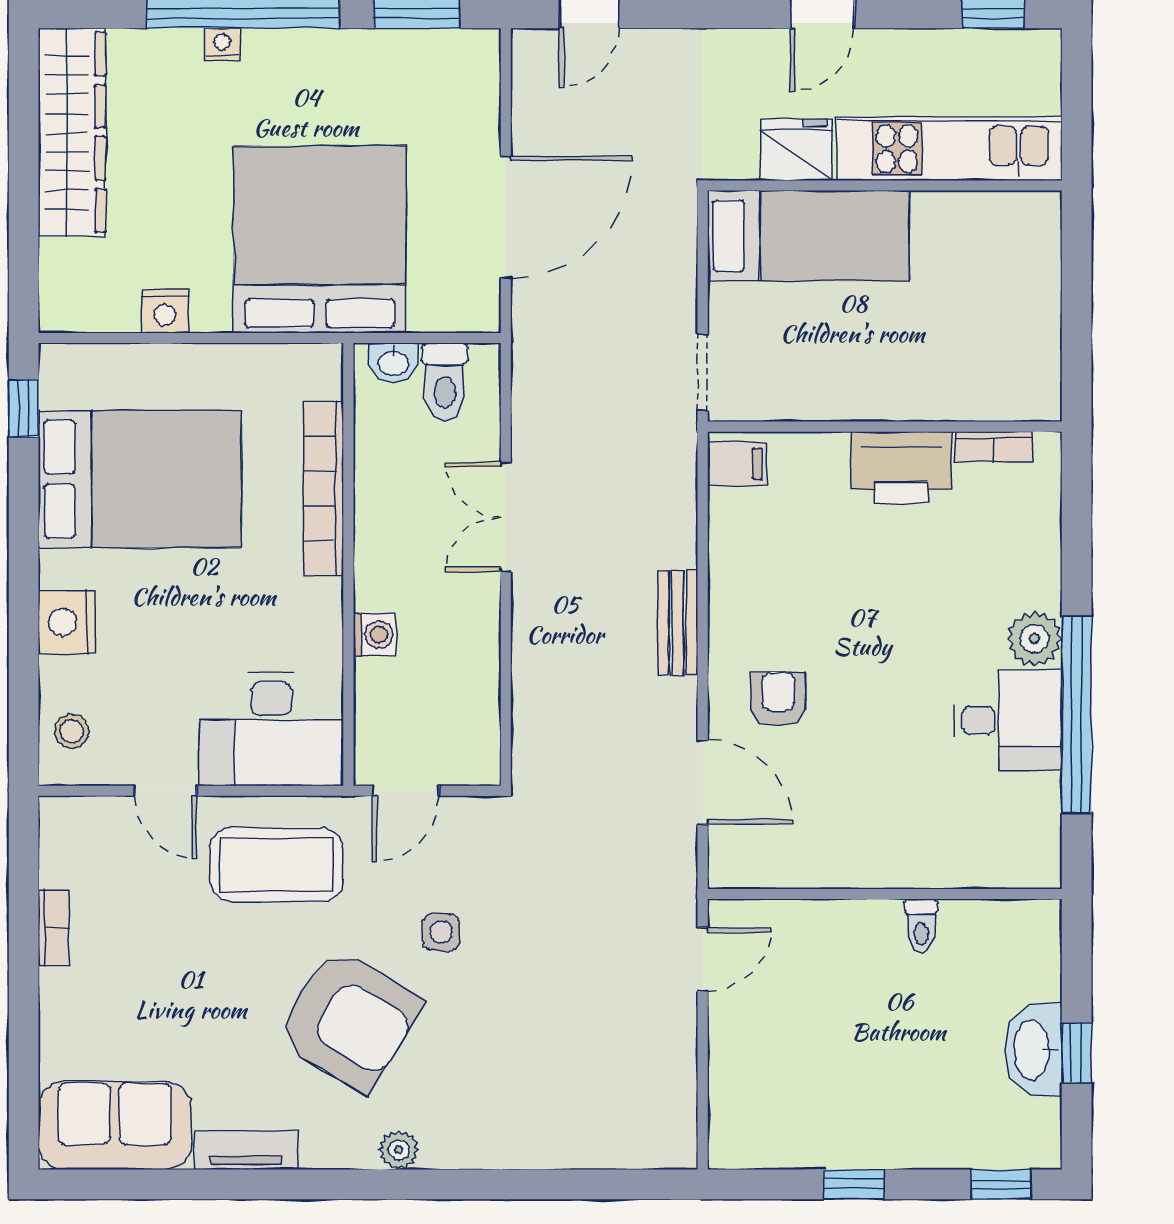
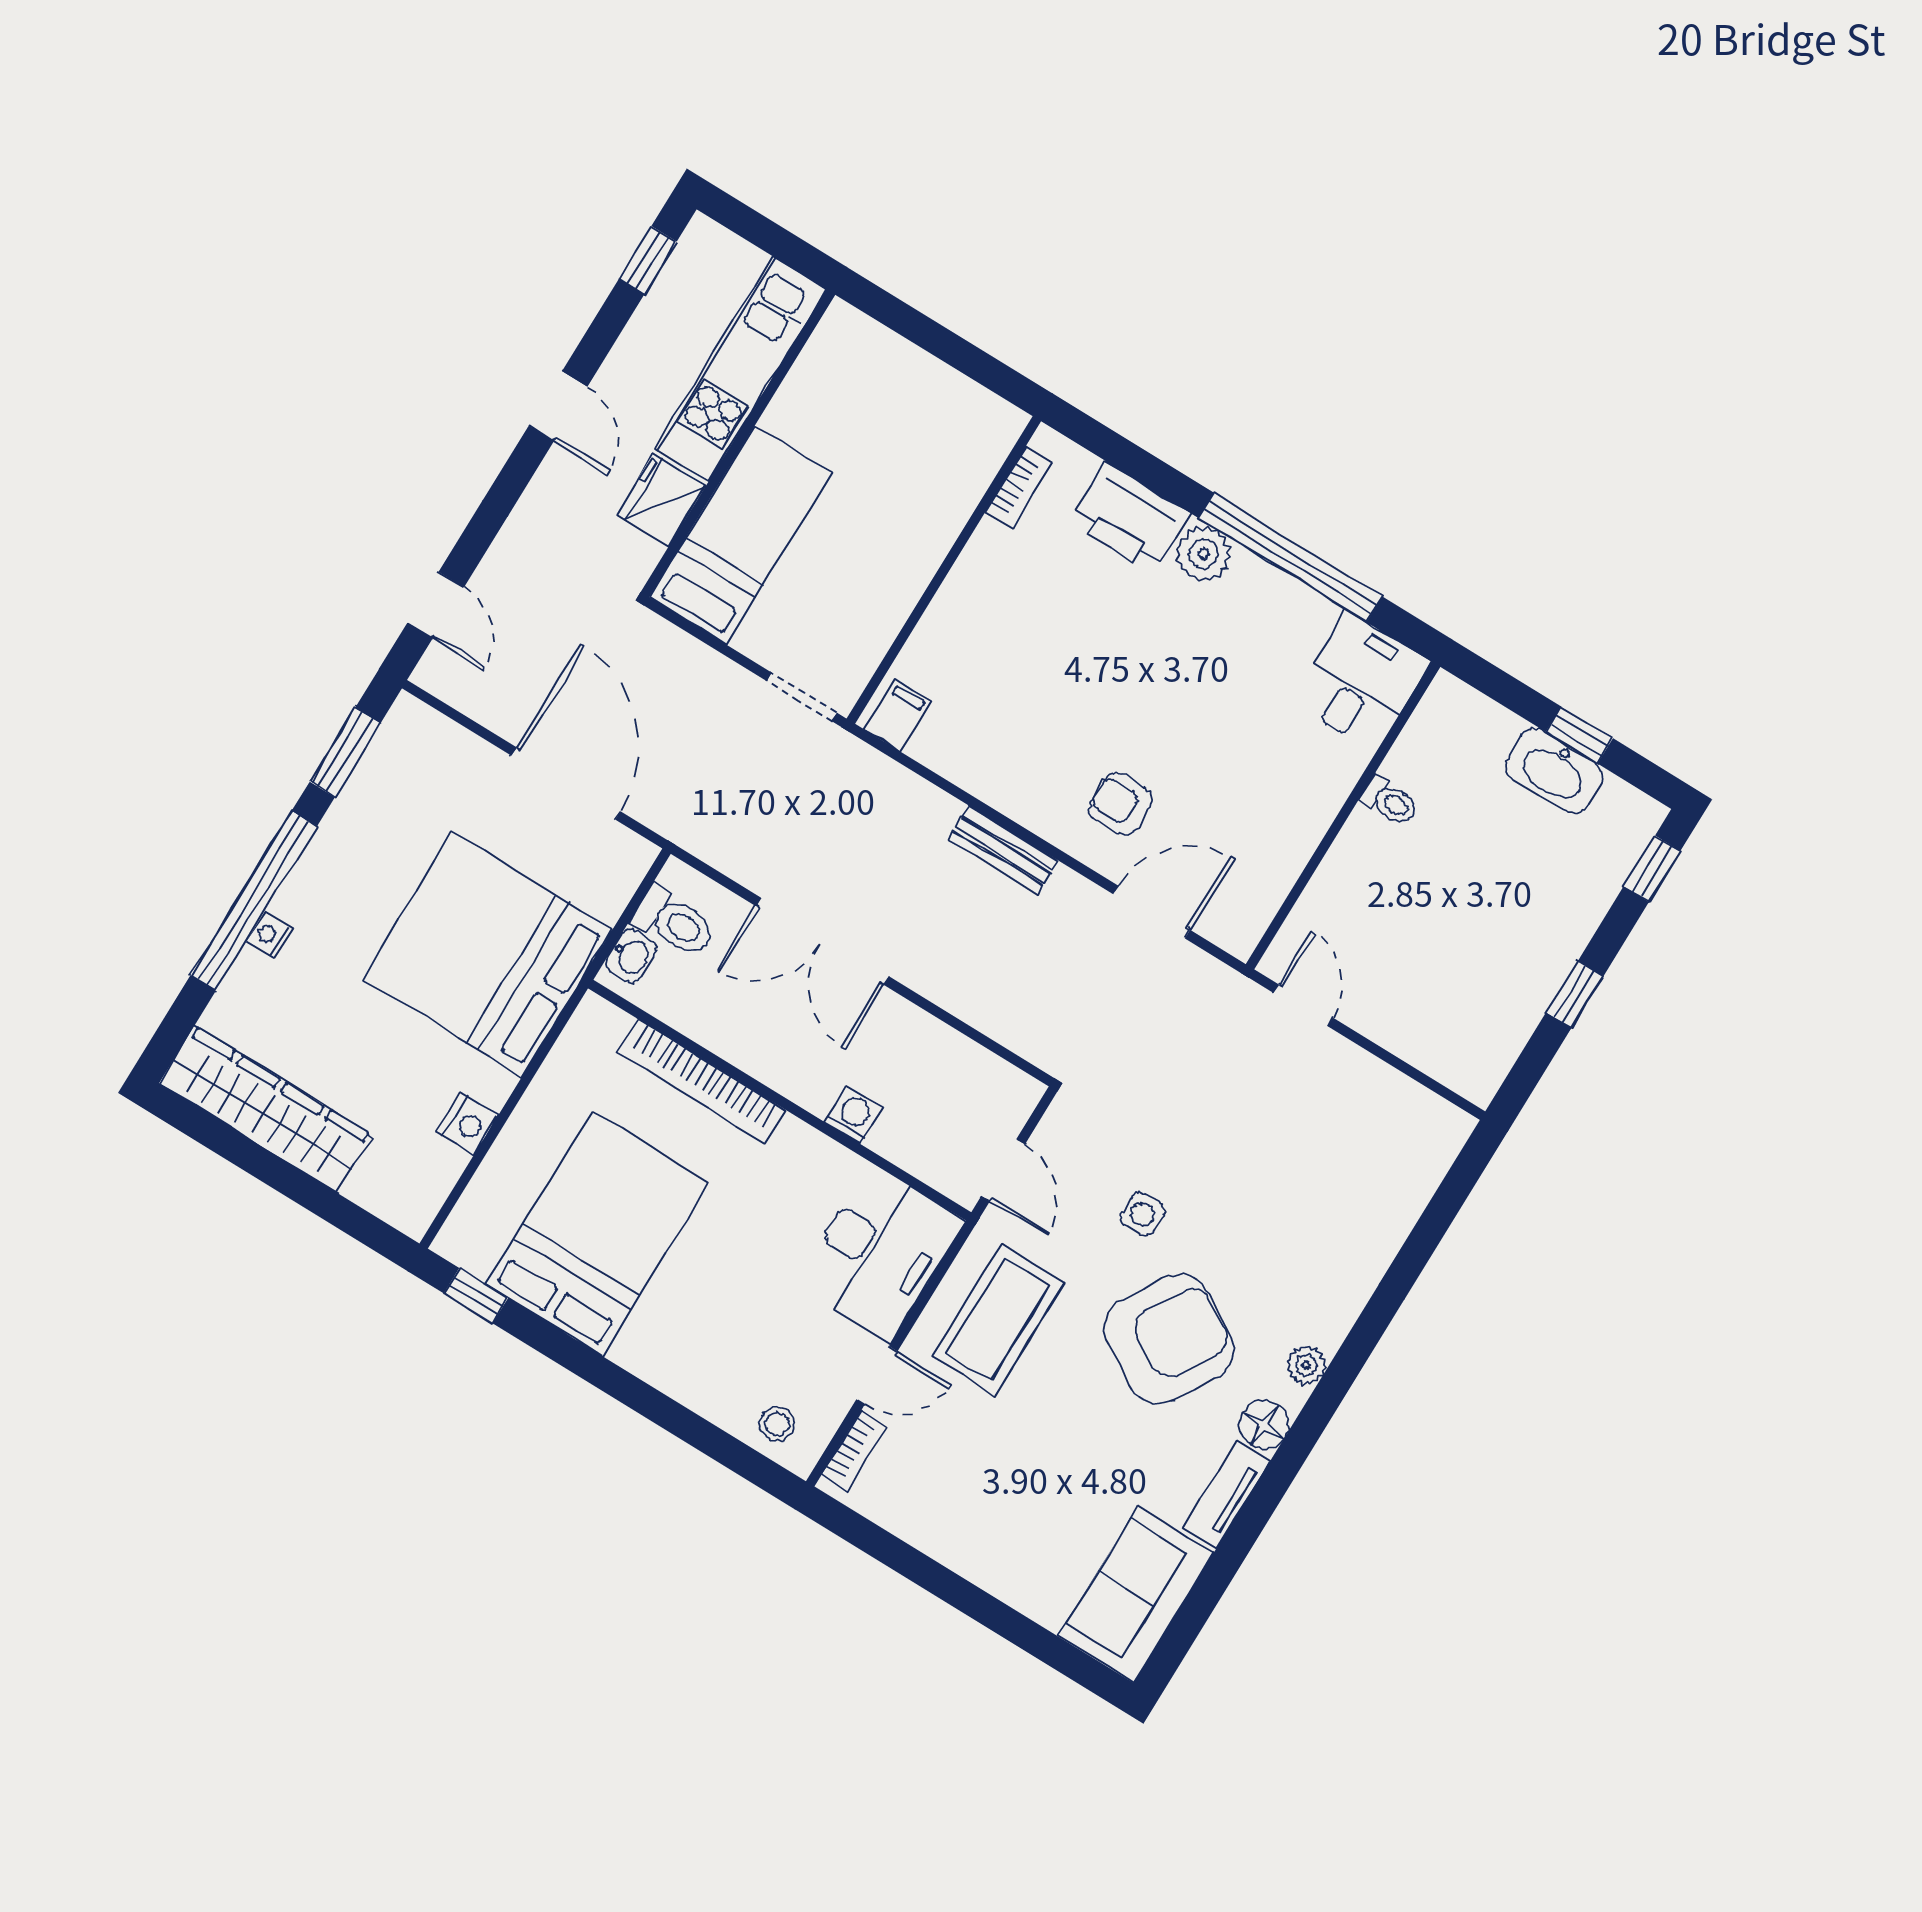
printer: (901, 468) -> (1129, 518), moved, turned 90
double door: (506, 517) -> (822, 941), width x1.37
nightstand: (67, 622) -> (681, 1371), removed
desk: (1008, 720) -> (1361, 682), moved
bookcase: (54, 927) -> (854, 1450), moved, turned 90
floor lamp: (326, 1145) -> (1264, 1425), added

